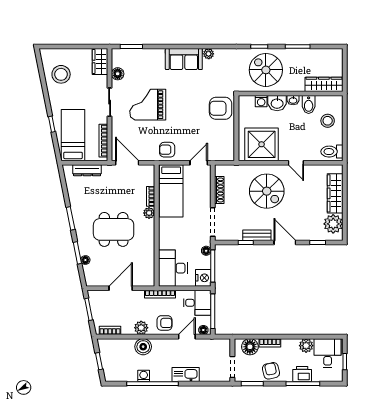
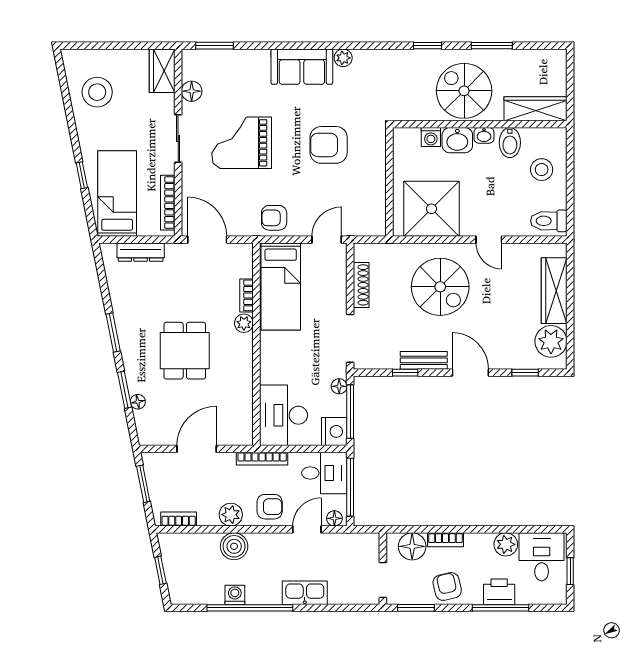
spiral stairs: (266, 70) -> (464, 91), moved
armchair: (221, 108) -> (329, 145), moved
dining table: (114, 229) -> (185, 351), width x0.73

